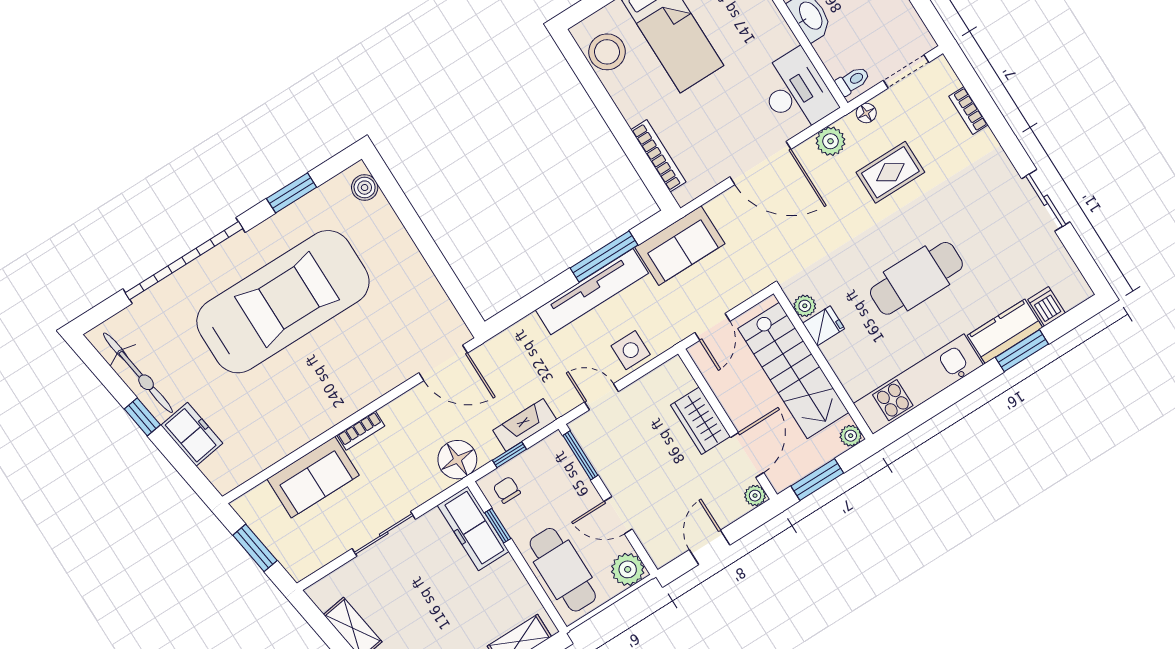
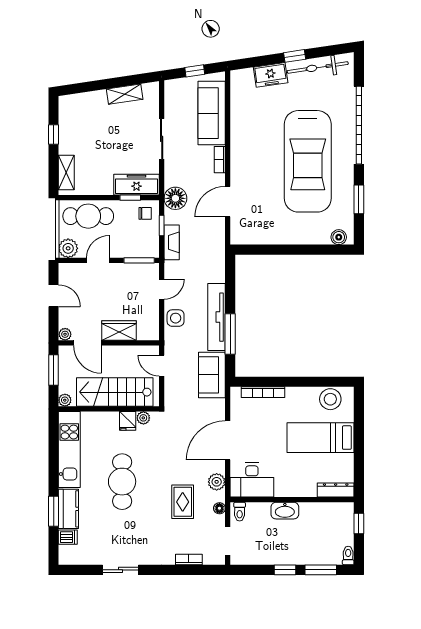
door: (443, 363) -> (228, 202), moved
sofa: (313, 477) -> (212, 113), width x1.36
window: (255, 548) -> (195, 71), width x0.67

